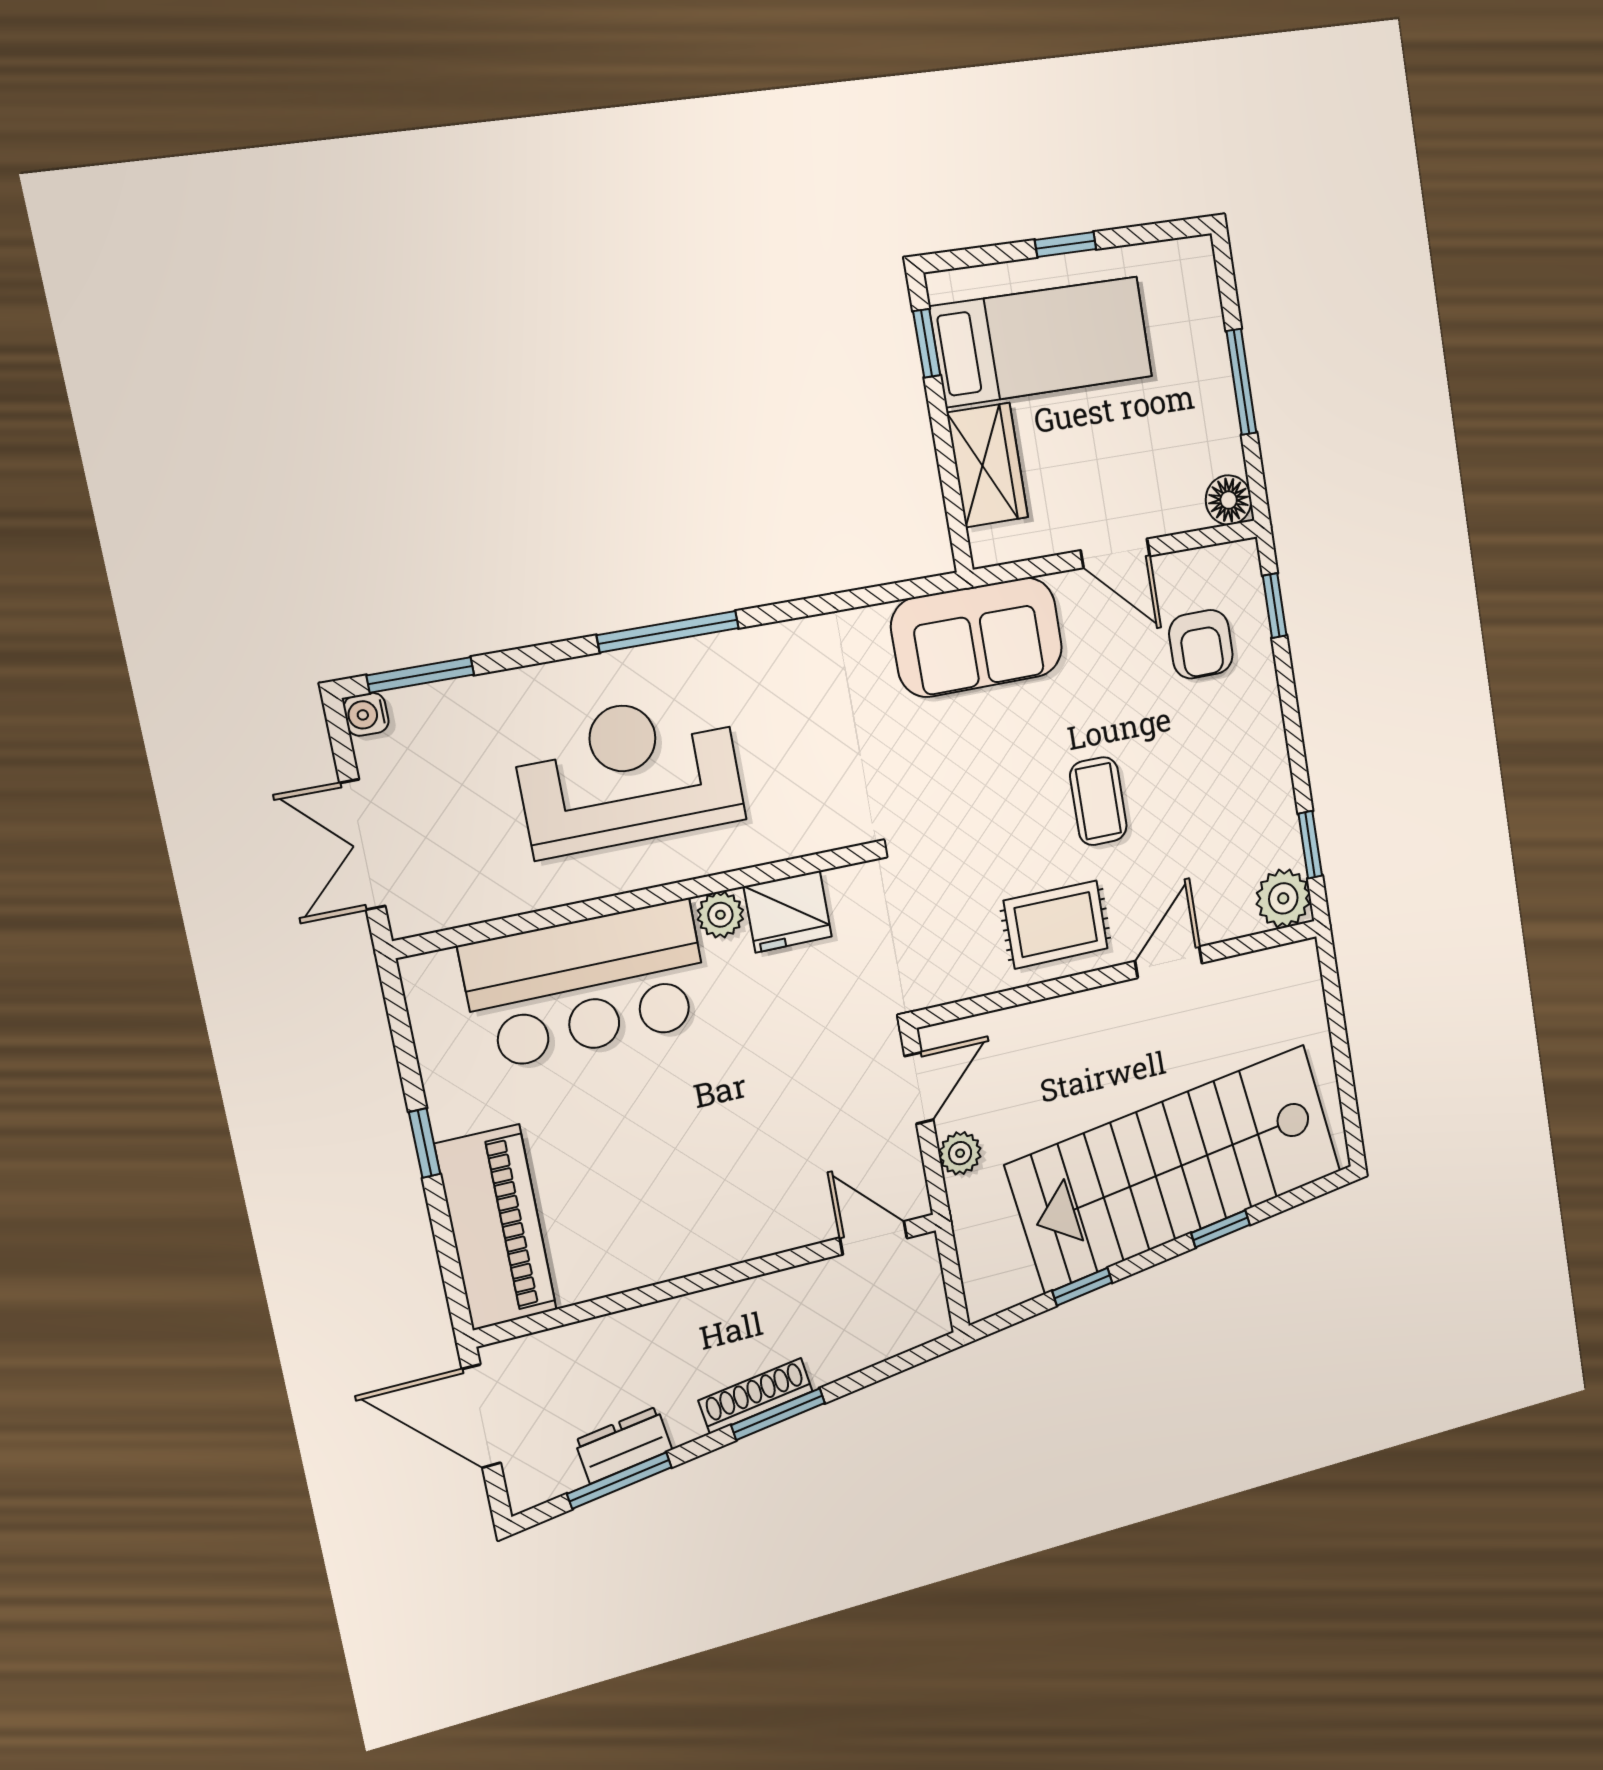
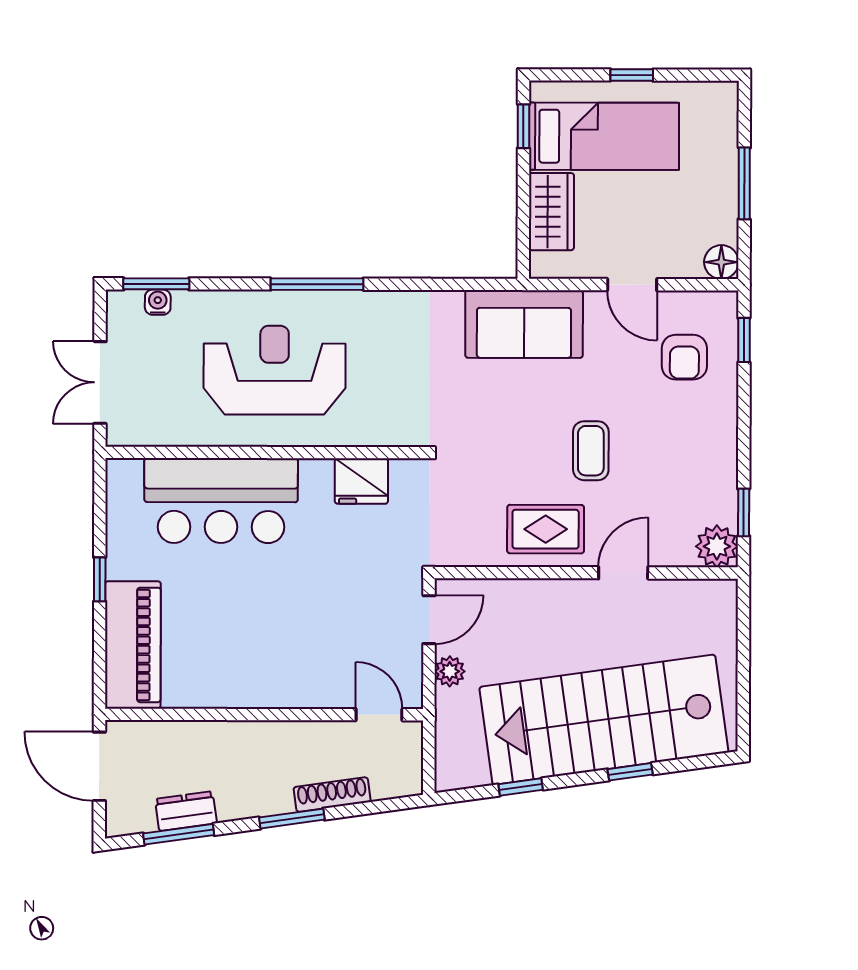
water cooler: (366, 714) -> (158, 302), moved, turned 90
plant: (720, 915) -> (316, 474), removed
shoe rack: (756, 1396) -> (332, 795), moved

